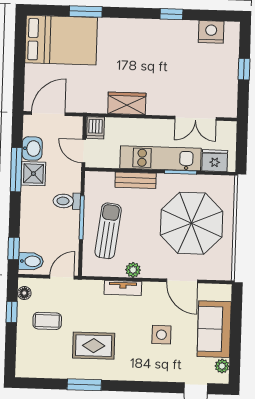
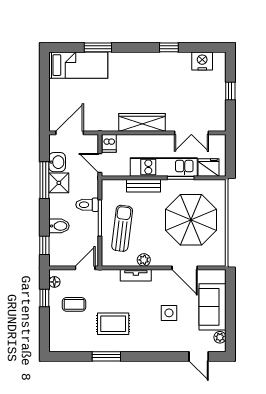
bed: (61, 40) -> (78, 65), width x0.67
wardrobe: (127, 103) -> (142, 122), width x1.50
bidet: (31, 261) -> (59, 226), moved

